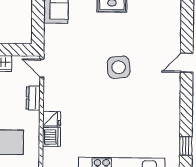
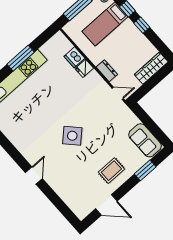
side table: (119, 67) -> (72, 136), turned -38

